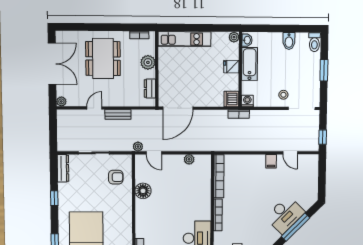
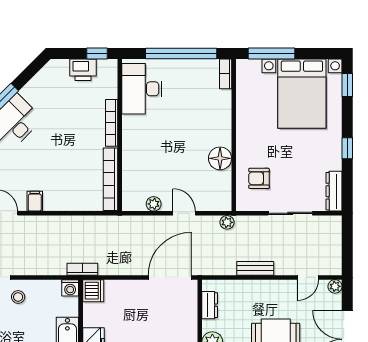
door: (94, 108) -> (308, 277), moved
door: (154, 153) -> (184, 213), moved

